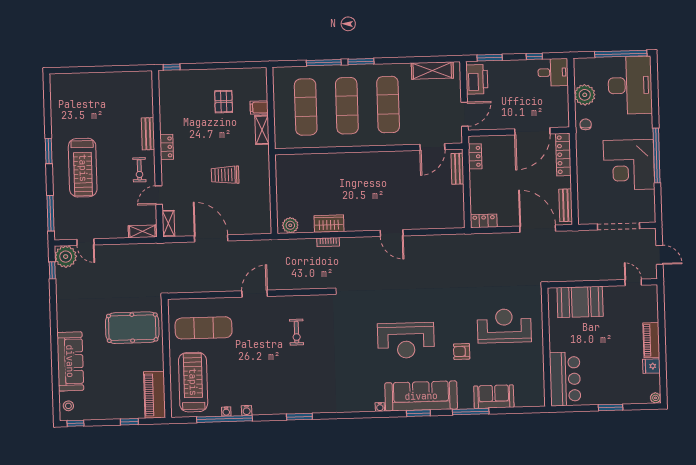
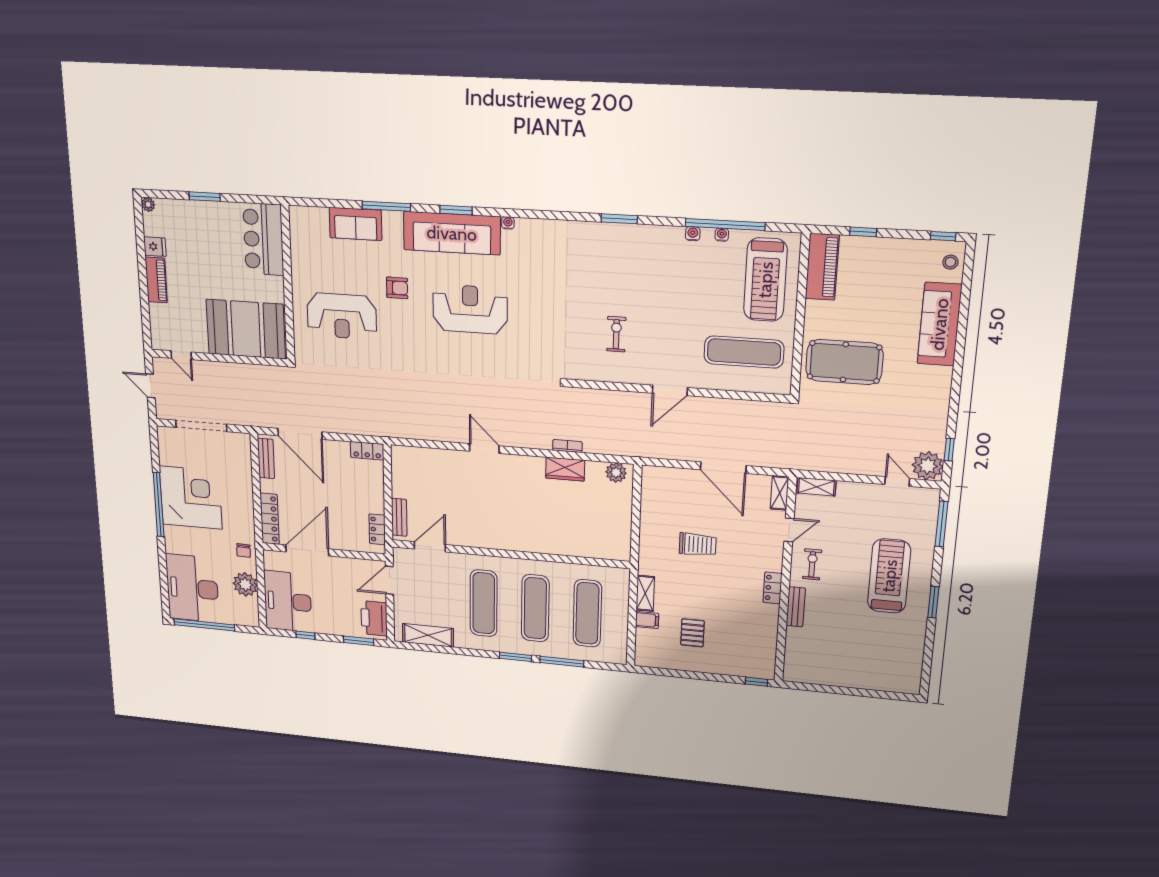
desk: (553, 72) -> (288, 601), width x1.87, depth x1.30
booth: (580, 302) -> (246, 329), width x1.36, depth x1.42

